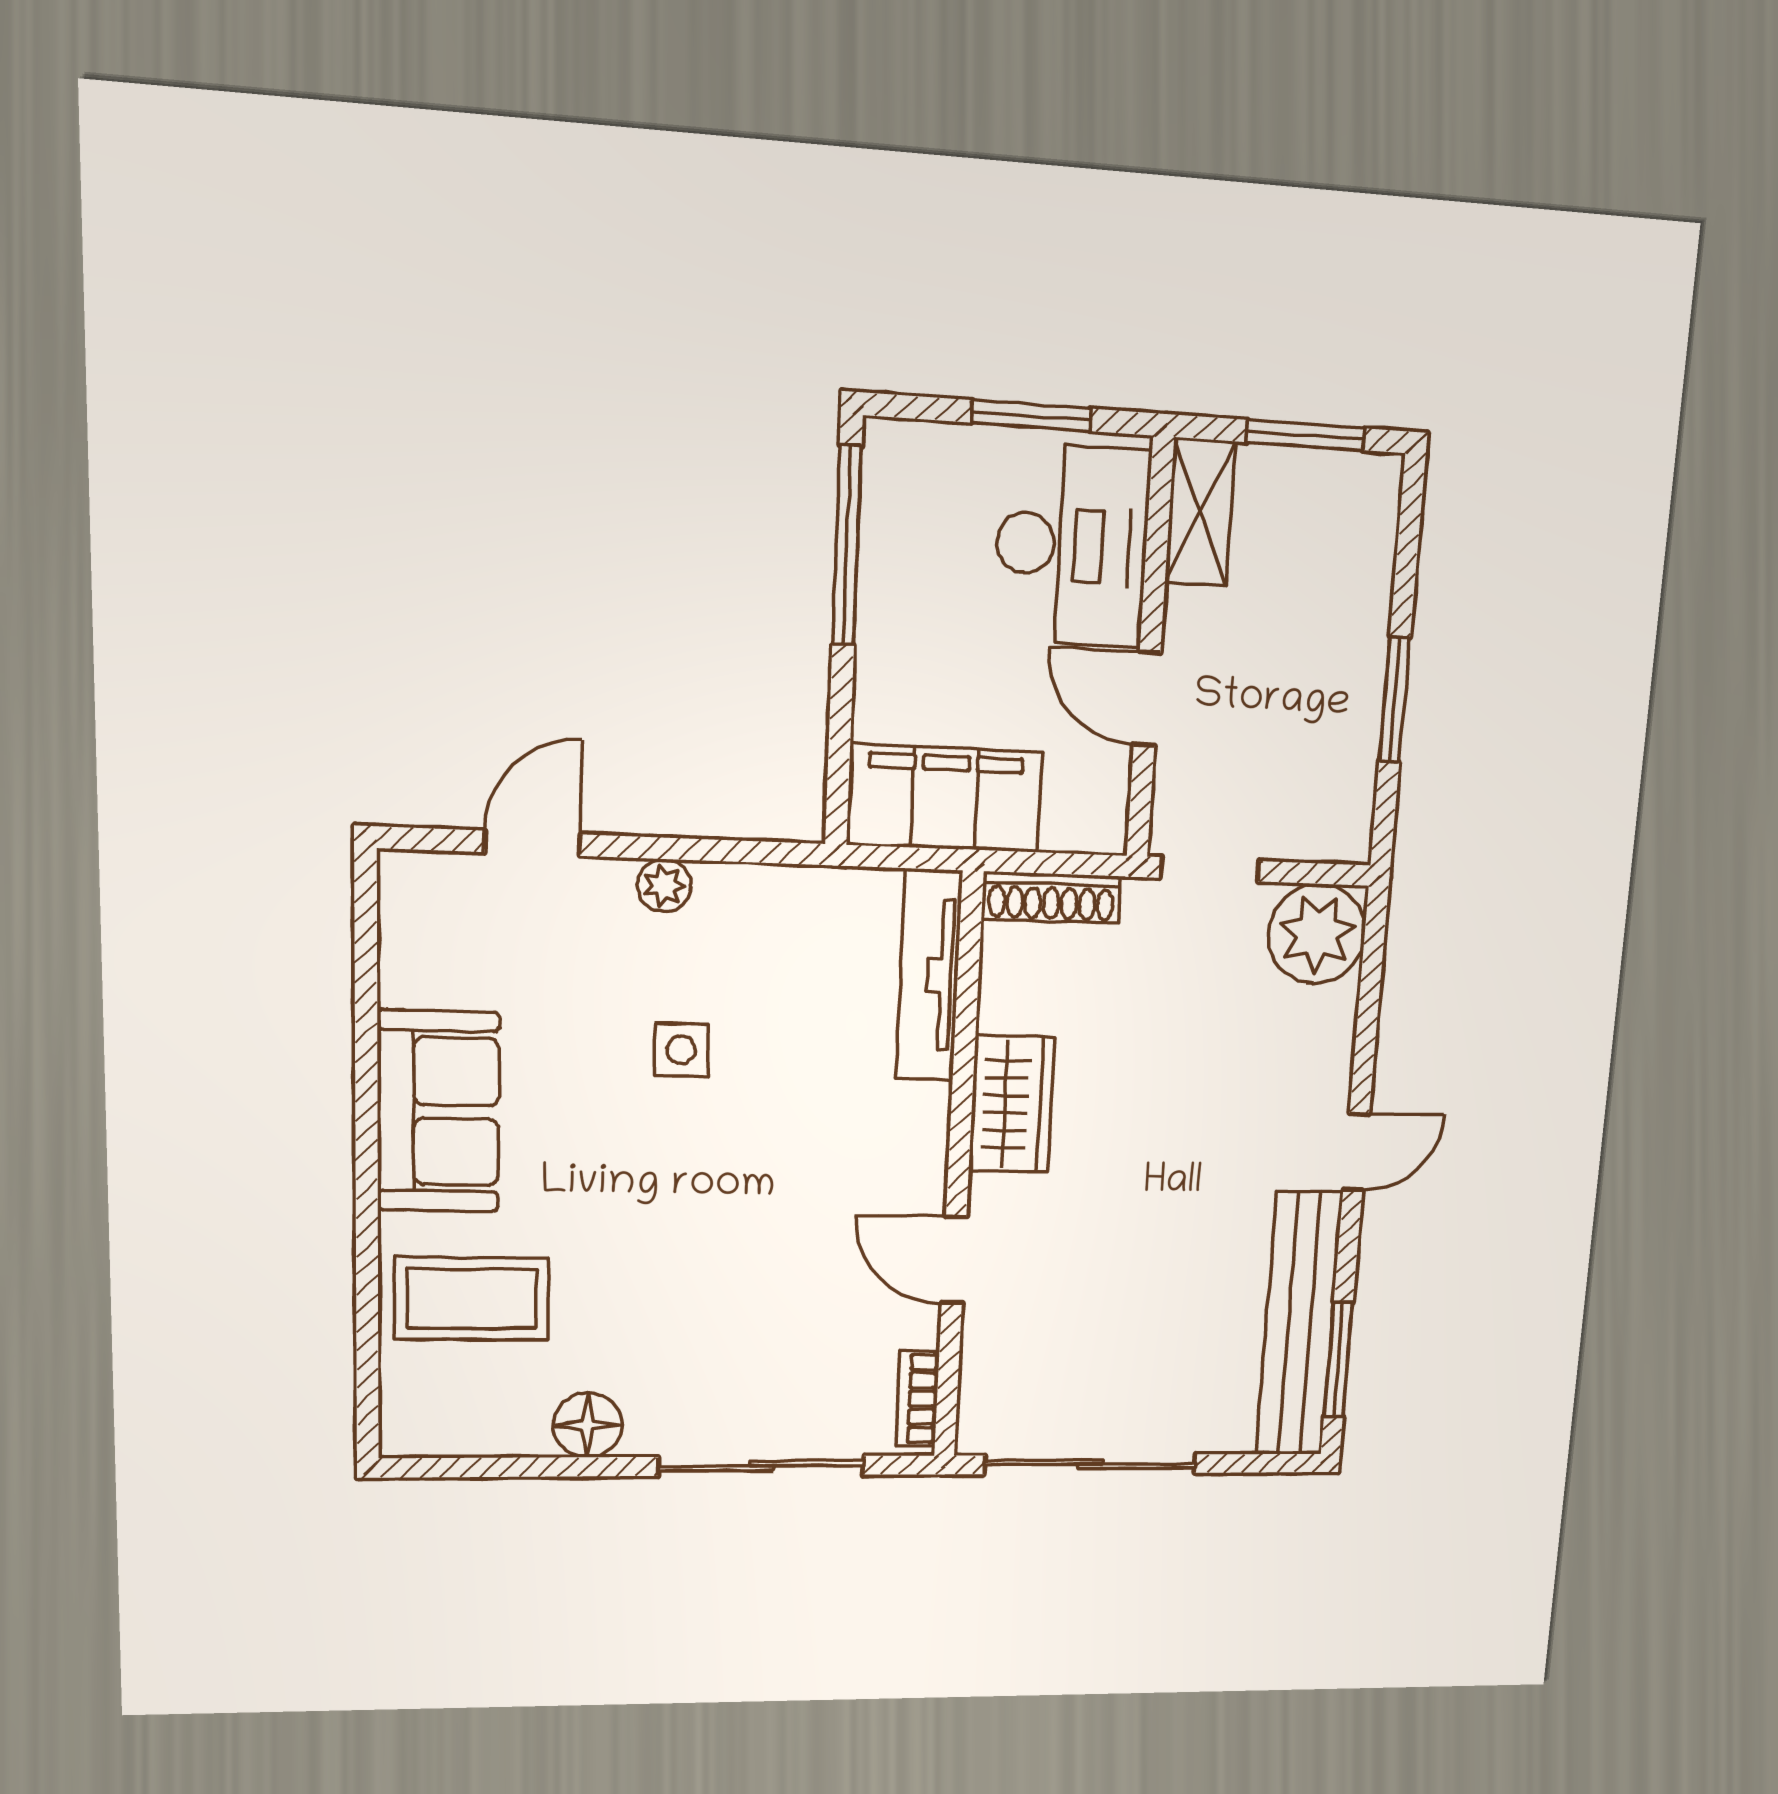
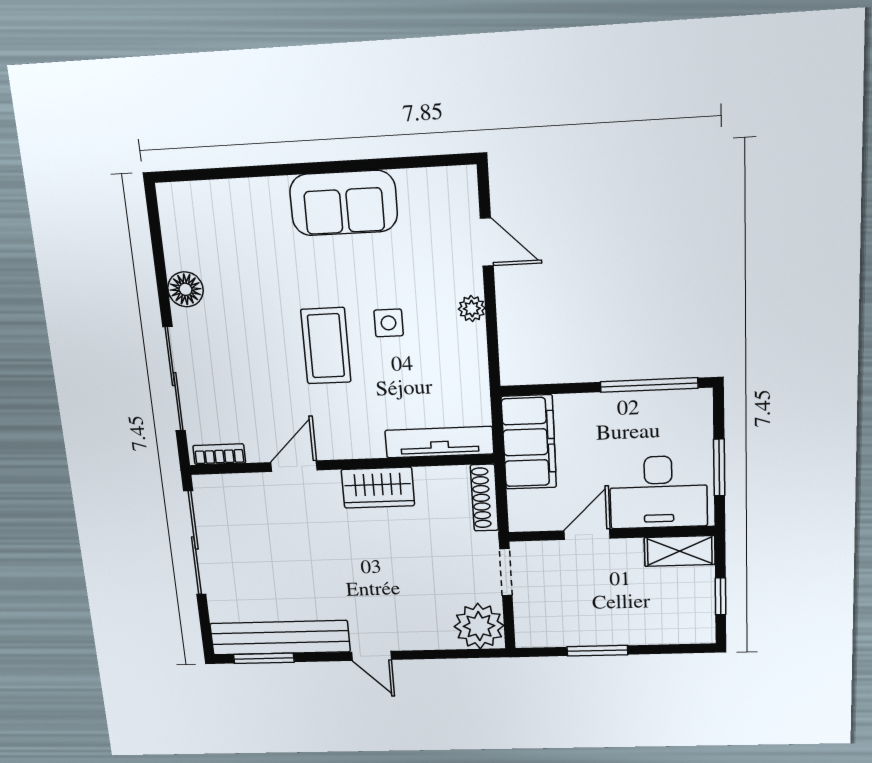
window: (1306, 435) -> (720, 596), width x0.67
coffee table: (472, 1299) -> (326, 346), moved

